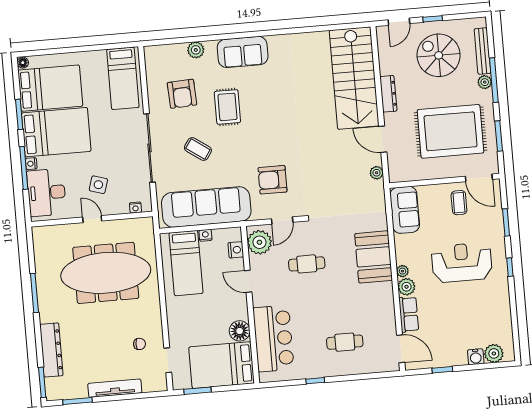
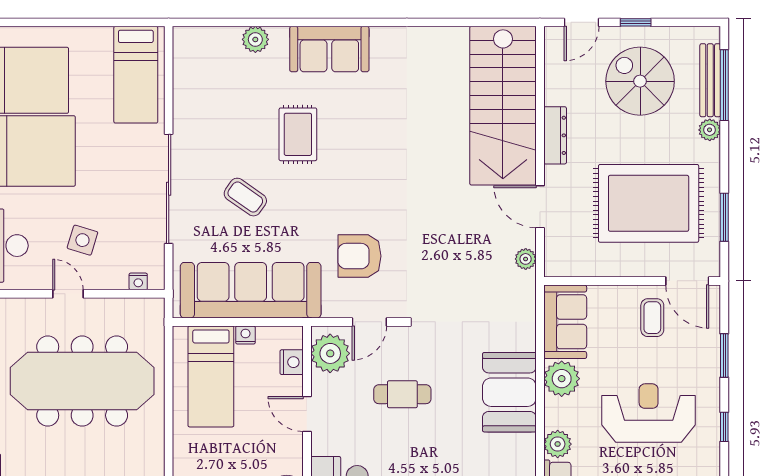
window: (494, 80) -> (724, 85), moved
armchair: (182, 94) -> (228, 107), removed
plant: (402, 271) -> (562, 379), moved, width x1.87, depth x1.87

